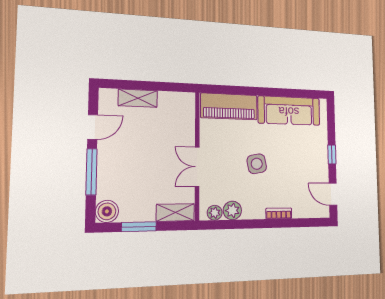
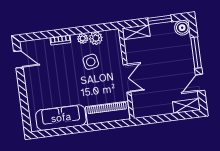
shelving: (138, 98) -> (186, 106), moved
window: (332, 154) -> (22, 89), removed
side table: (257, 164) -> (91, 62), moved
double door: (197, 167) -> (127, 78), moved
plant: (215, 213) -> (83, 38), moved

